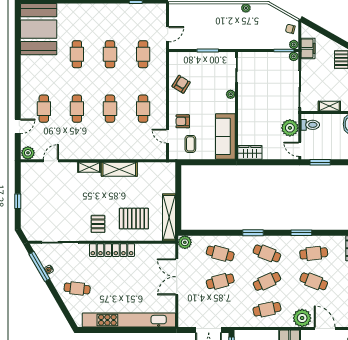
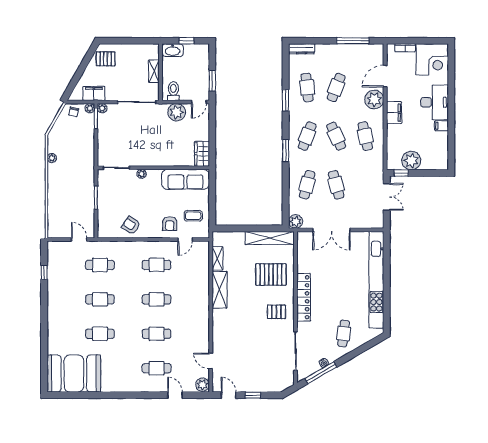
shelving: (89, 167) -> (217, 258), moved
door: (18, 178) -> (229, 395), added
pallet: (134, 219) -> (271, 275), turned 90

